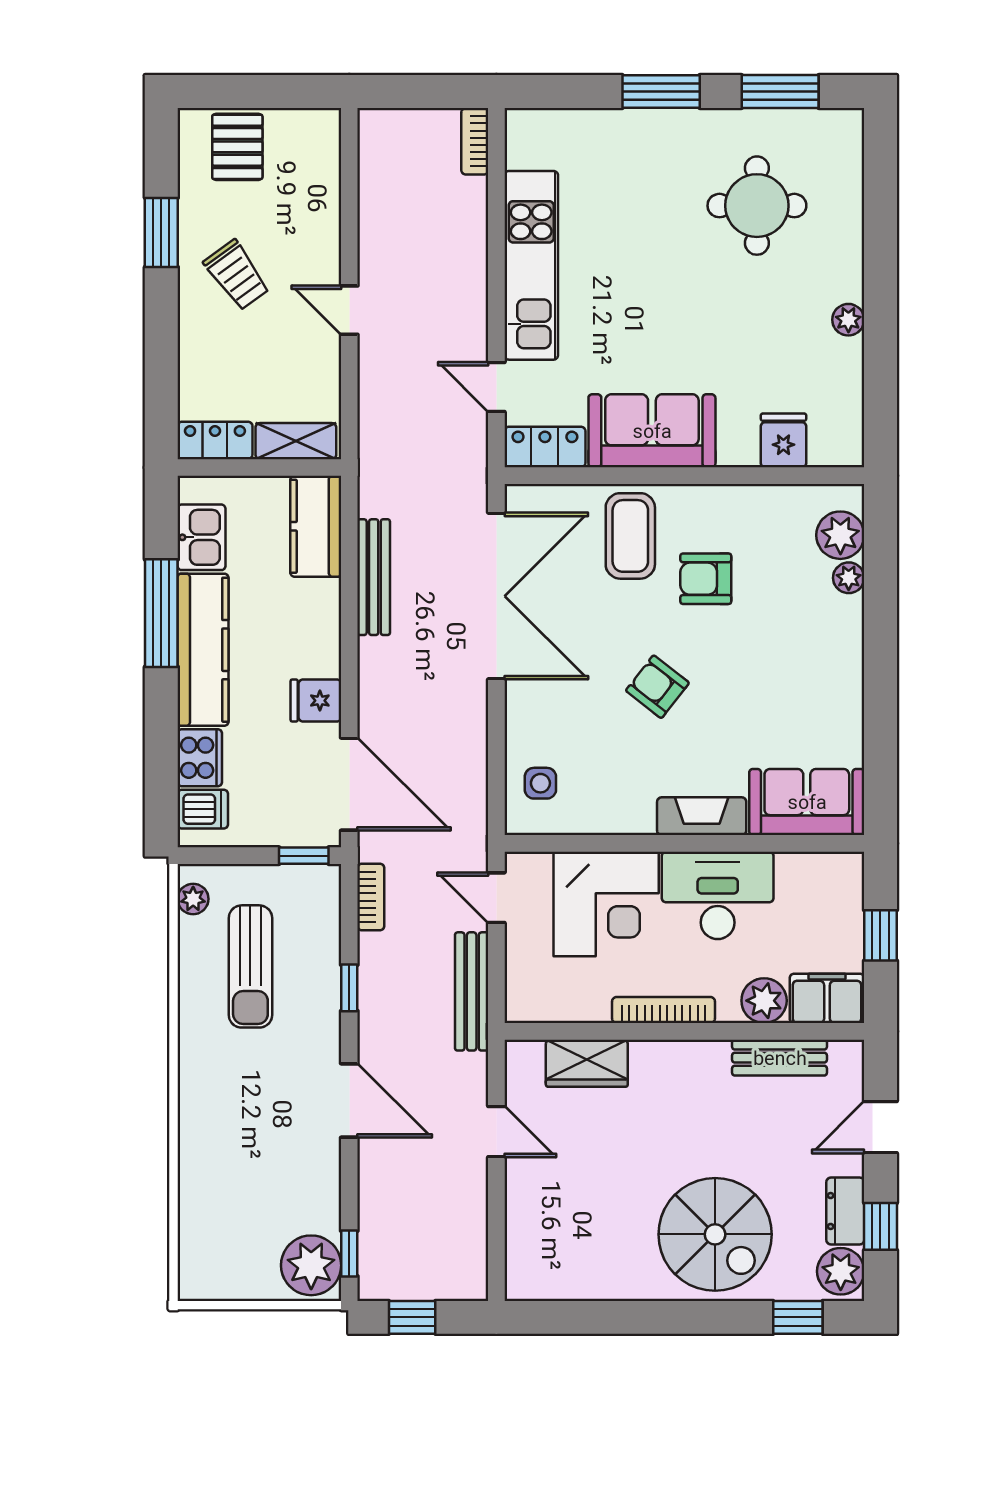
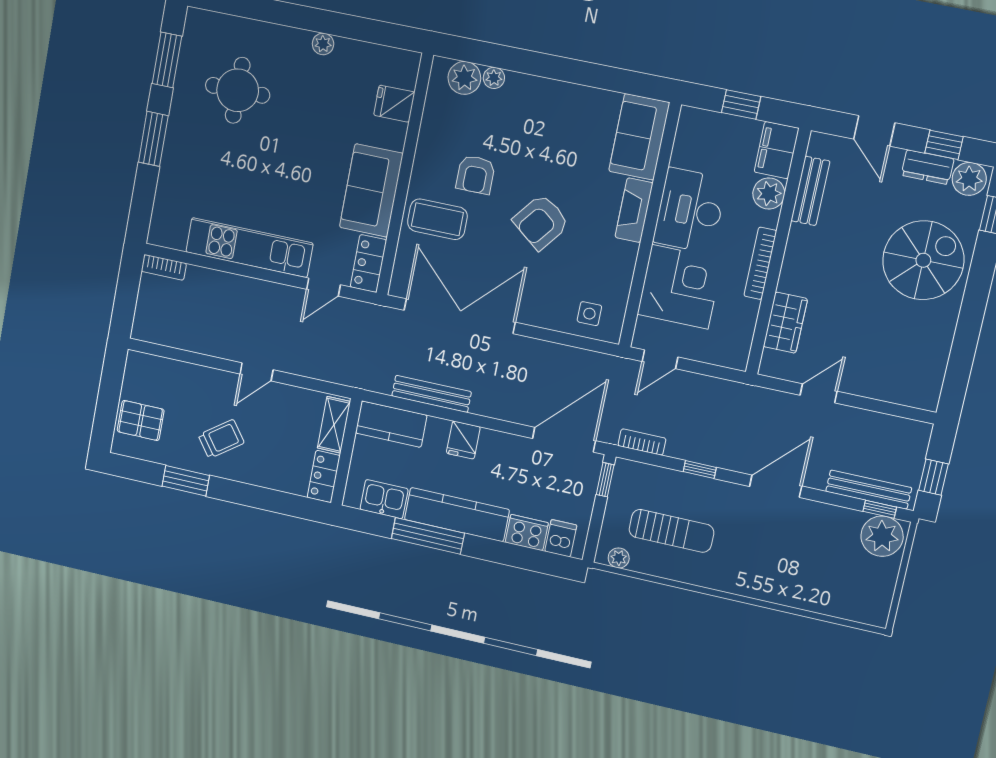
armchair: (657, 687) -> (541, 222), width x1.38, depth x1.38
fridge: (316, 701) -> (463, 440), moved
bench: (472, 991) -> (869, 490), moved

